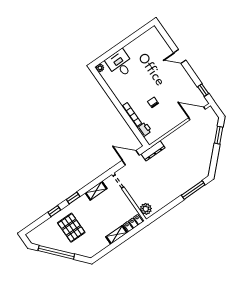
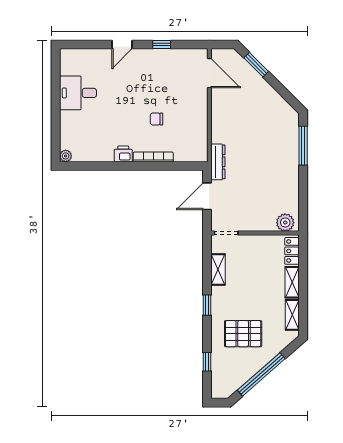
desk: (120, 64) -> (78, 93), moved
window: (203, 90) -> (162, 45), moved
door: (197, 113) -> (209, 73), swing flipped
printer: (144, 129) -> (123, 154), moved
window: (54, 211) -> (207, 362), moved
shelving: (99, 247) -> (292, 315), added

